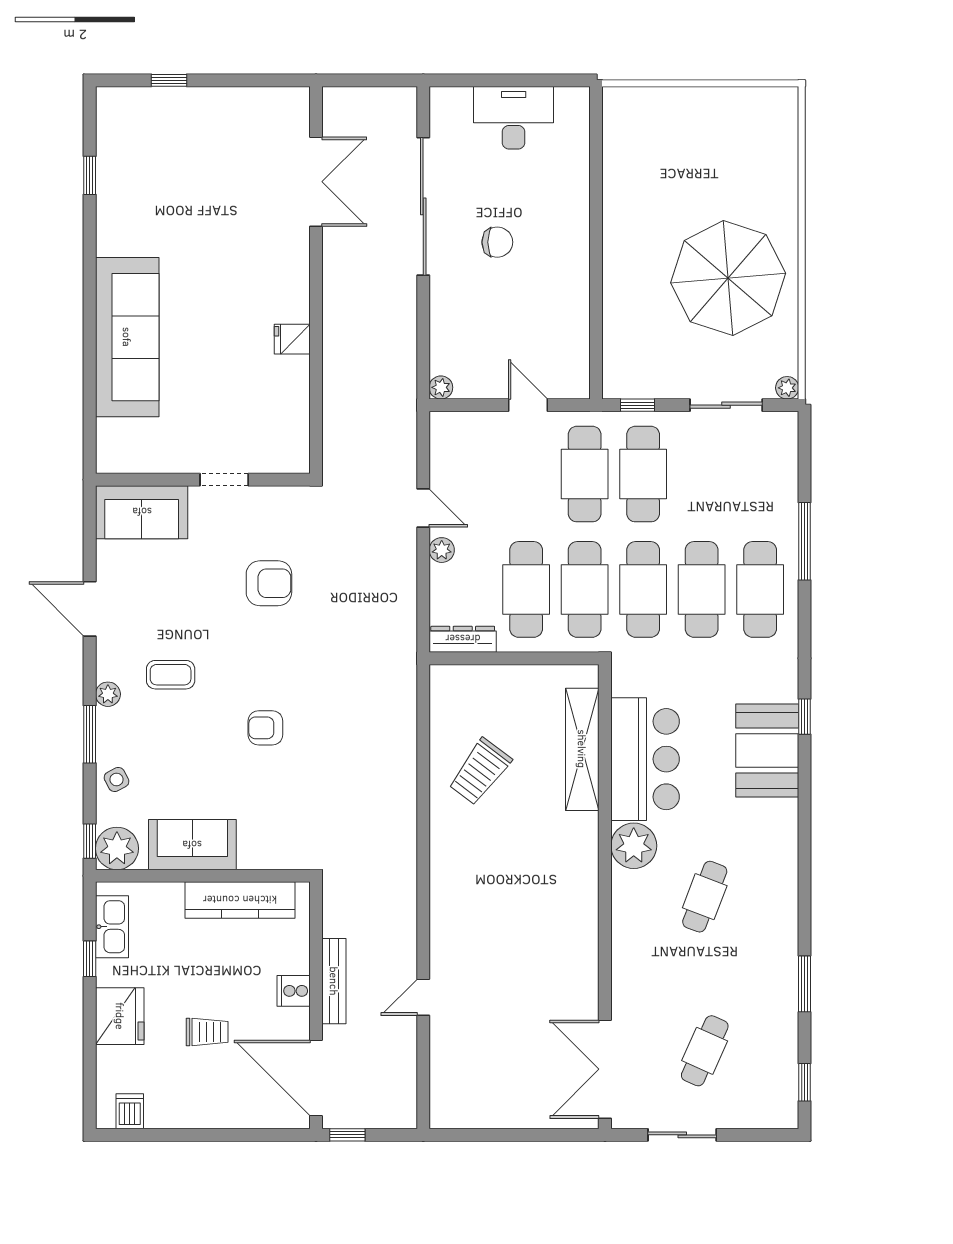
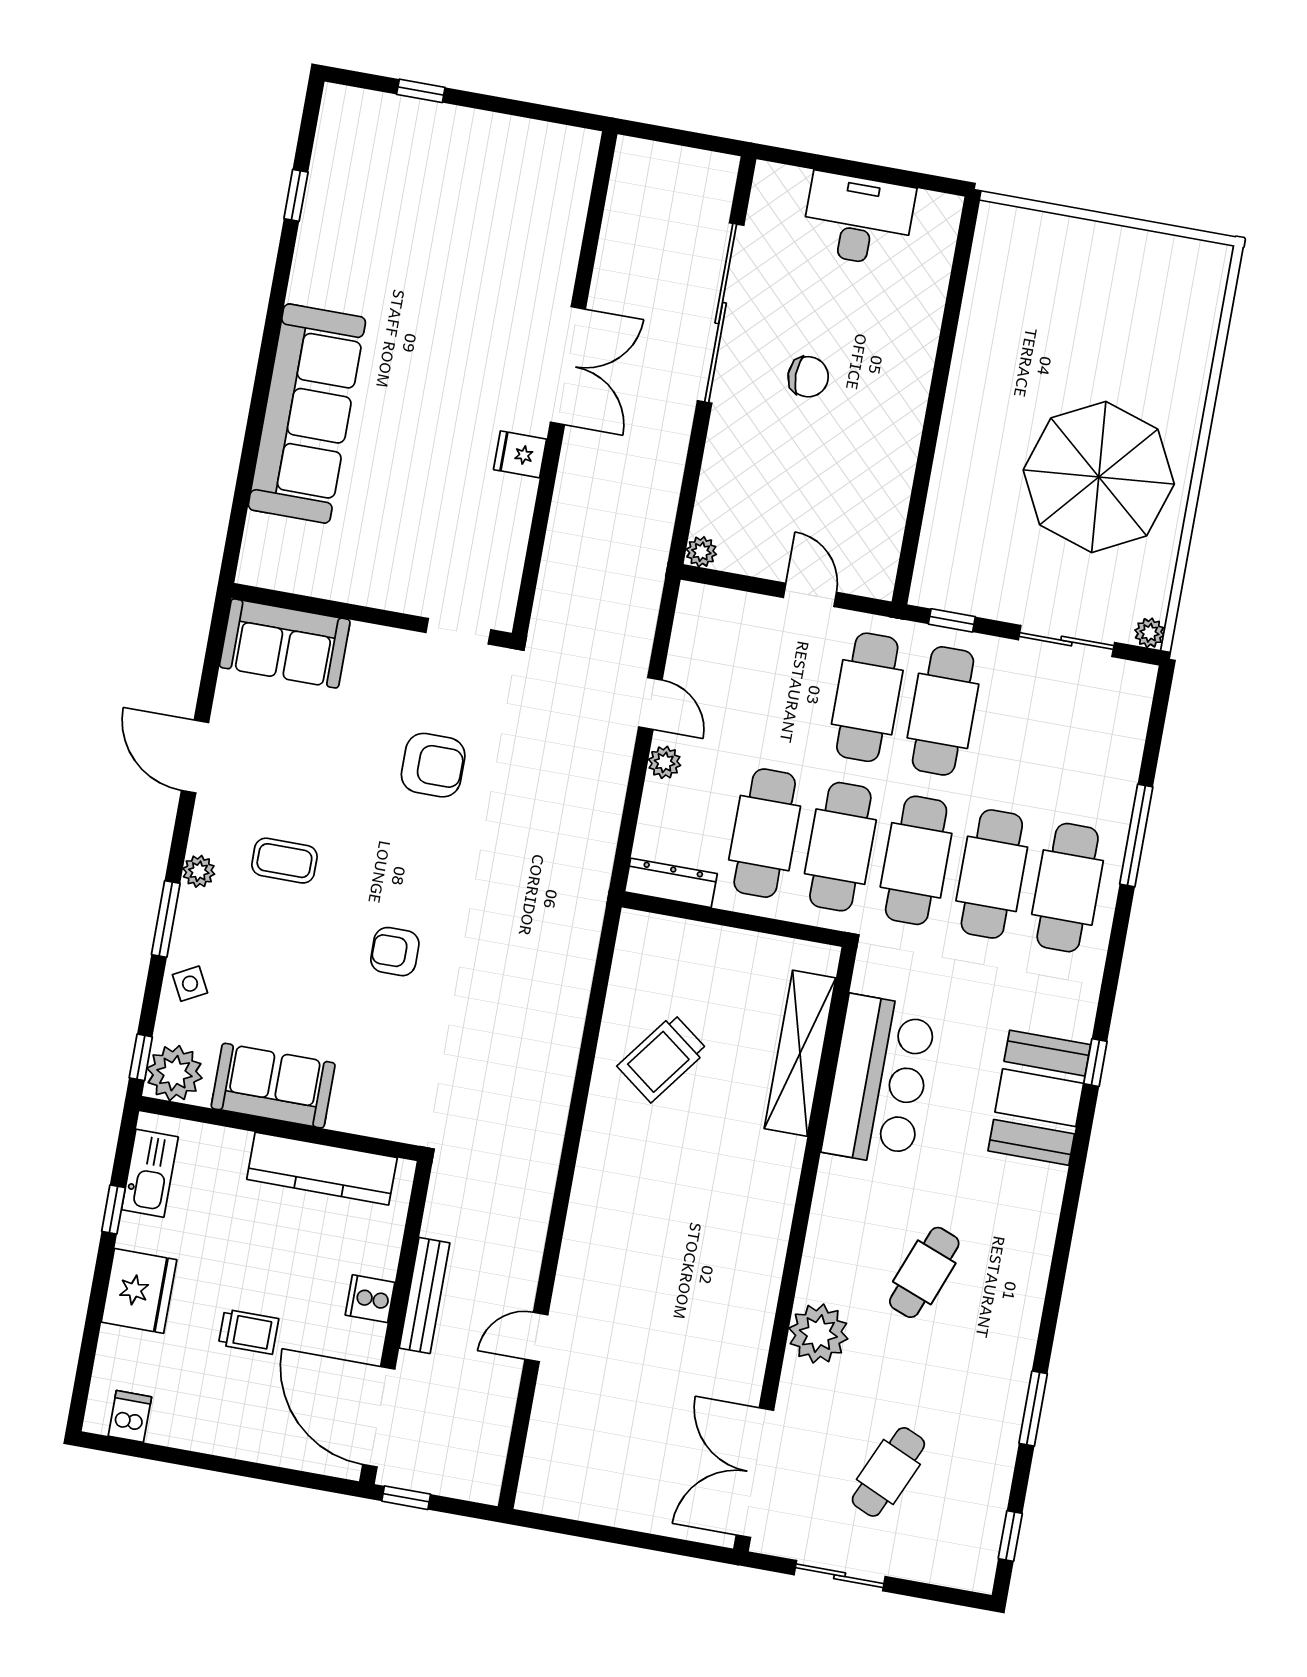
double door: (316, 182) -> (568, 366), moved
doorway: (224, 480) -> (458, 631), moved
plant: (634, 846) -> (818, 1334), moved

